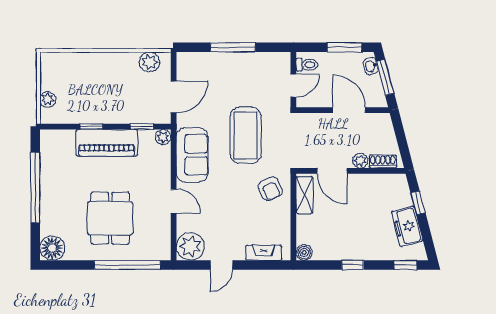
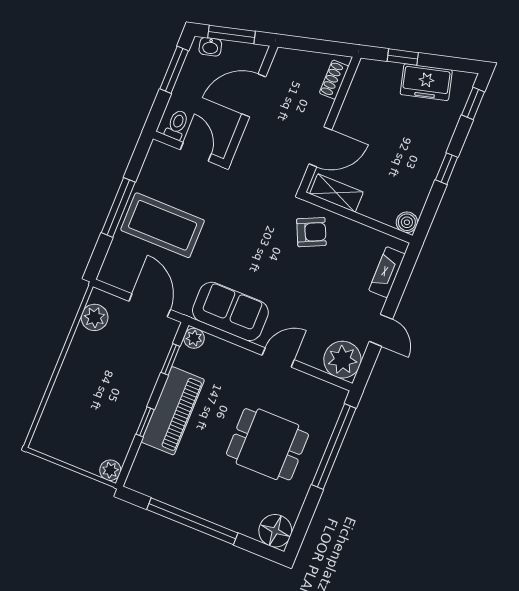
plant: (48, 99) -> (110, 470), moved
coffee table: (246, 135) -> (163, 225), moved
plant: (360, 161) -> (322, 107), removed

